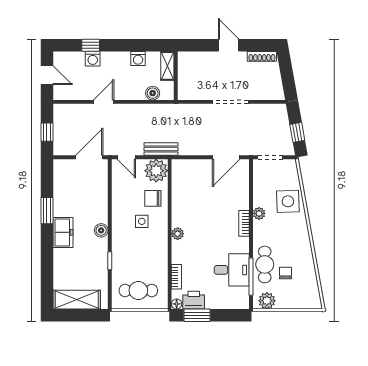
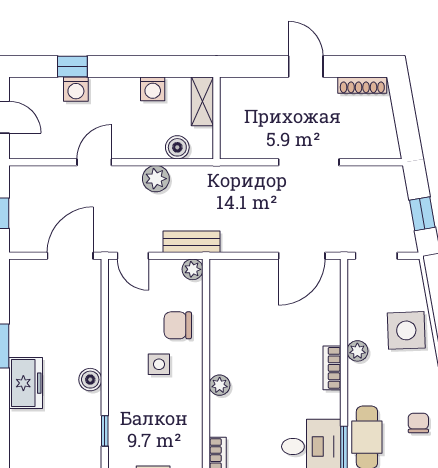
plant: (140, 112) -> (156, 179), added
plant: (156, 171) -> (193, 269), width x0.53, depth x0.53
chair: (286, 273) -> (418, 423), moved

